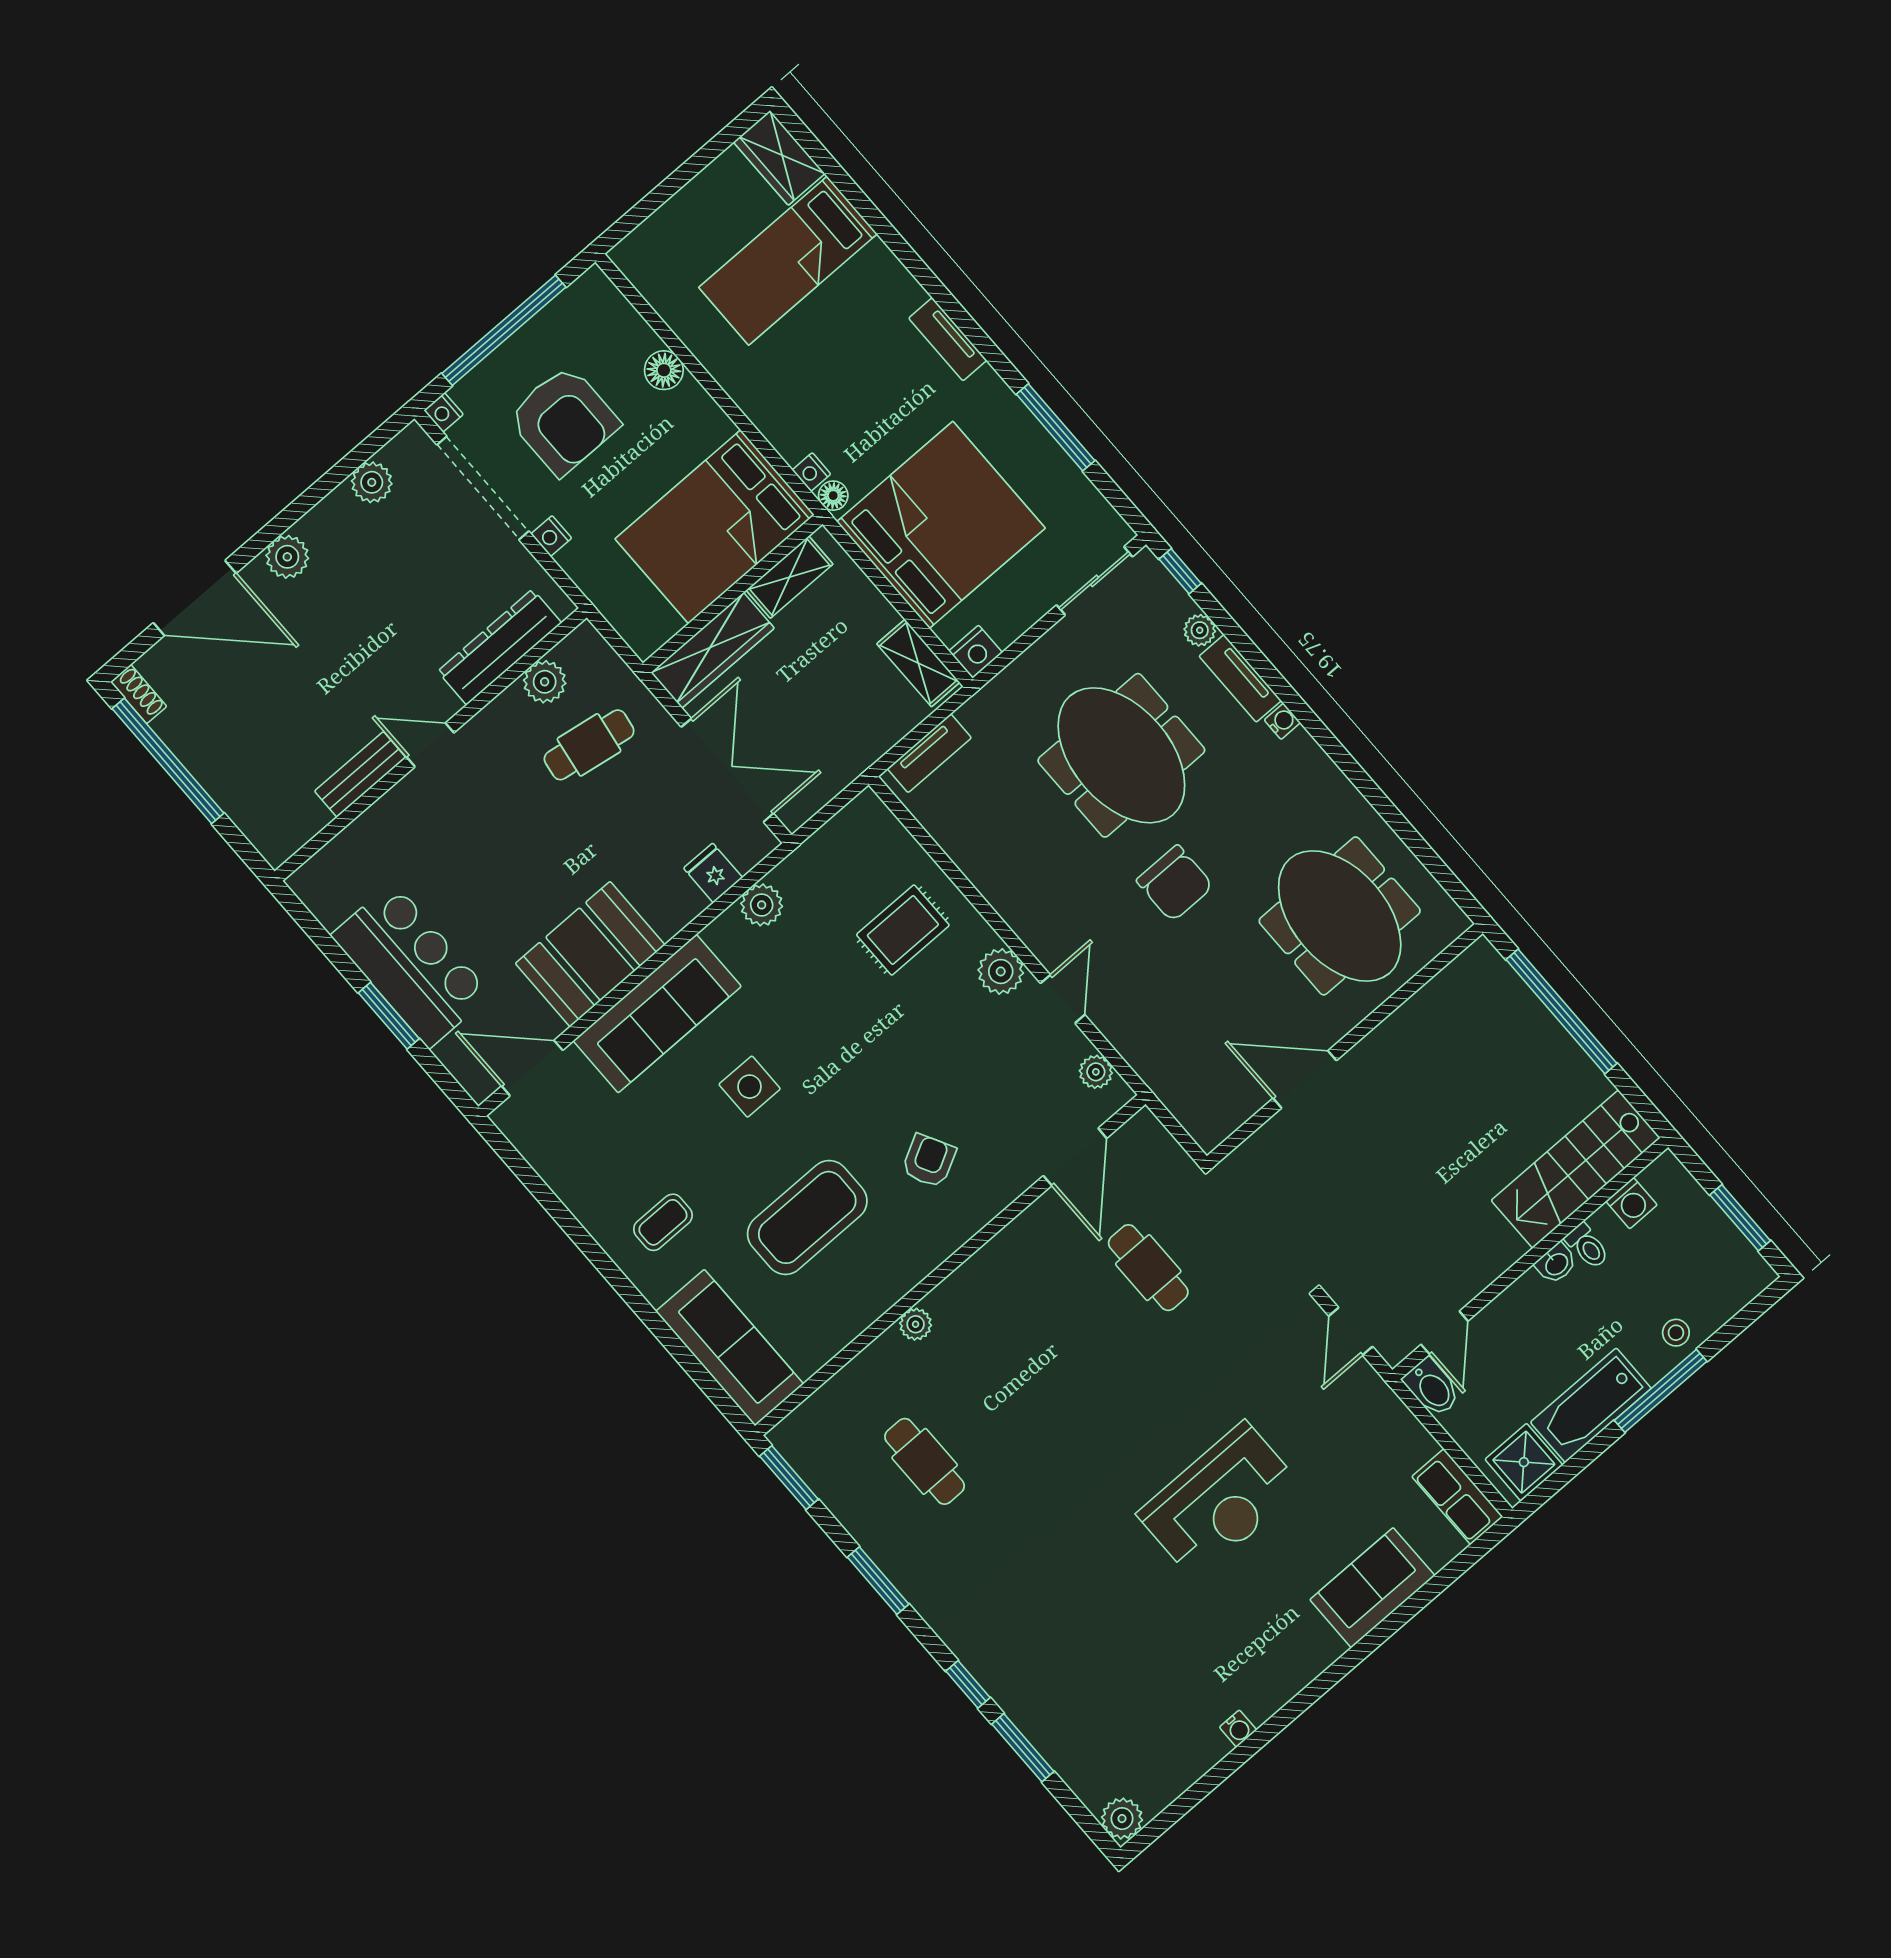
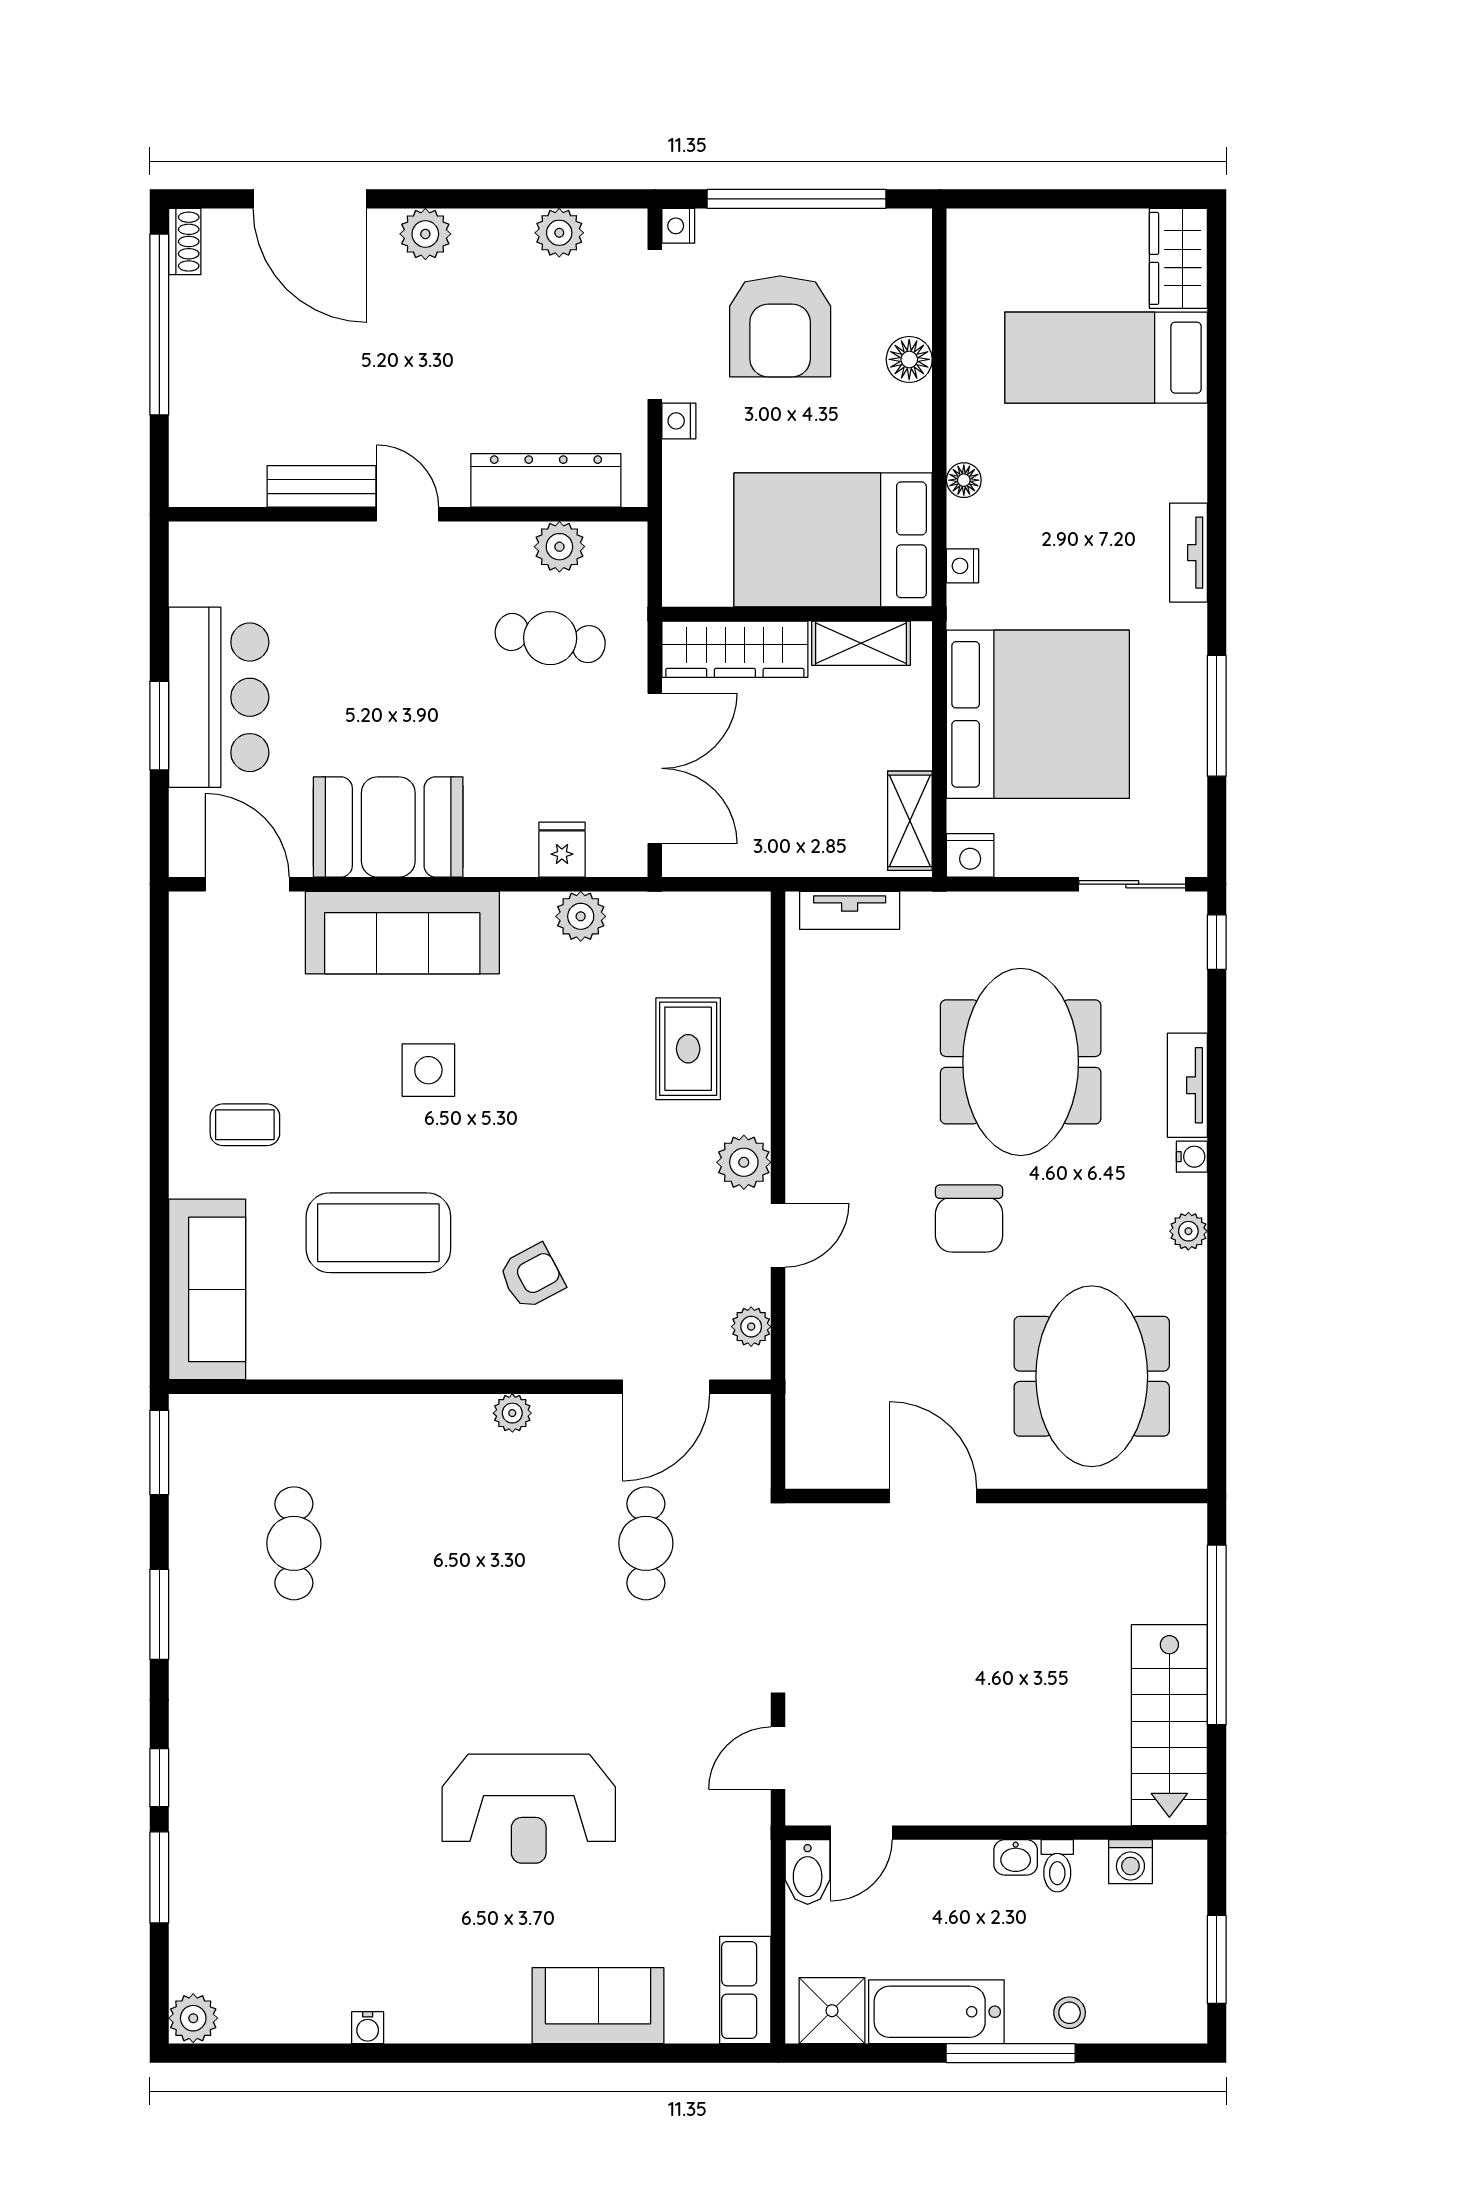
floor lamp: (833, 496) -> (964, 480), moved
plant: (1200, 630) -> (1188, 1231), moved
rug: (903, 930) -> (688, 1049), turned 90
stairs: (1576, 1169) -> (1169, 1725), moved, turned -90
plant: (916, 1324) -> (512, 1413), moved

